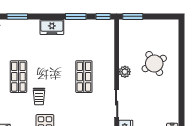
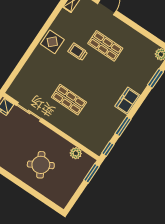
plant: (125, 72) -> (76, 153), moved

